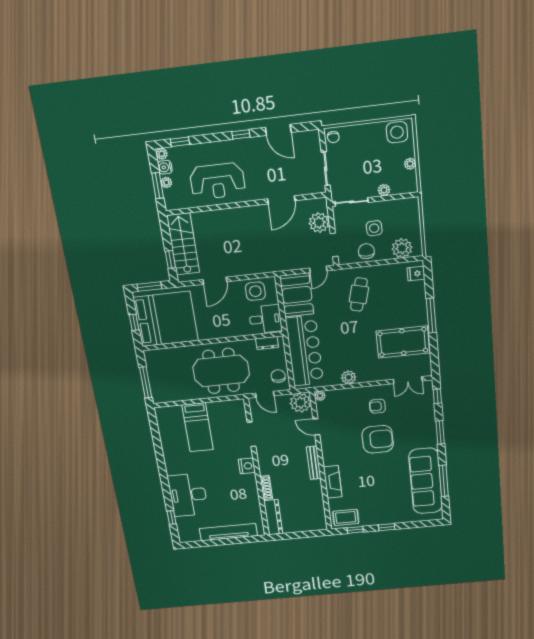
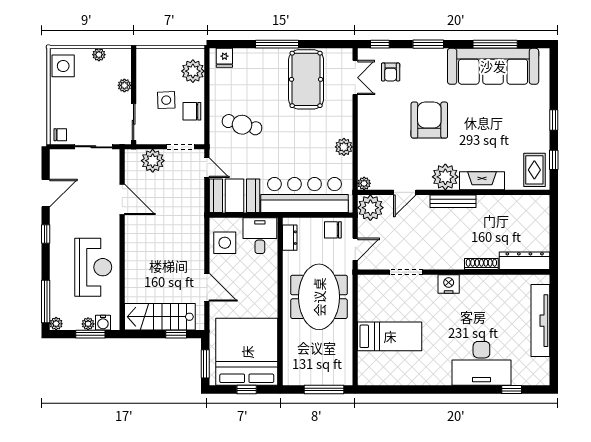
window: (180, 142) -> (46, 301), width x2.17
water cooler: (165, 167) -> (103, 323), moved
armchair: (377, 406) -> (391, 72), moved
plant: (333, 455) -> (445, 177), added

